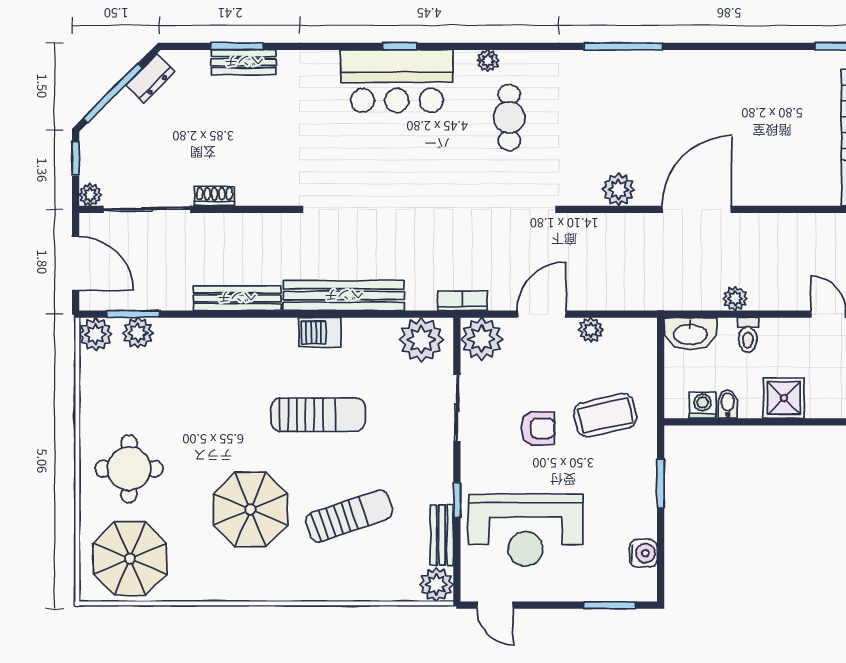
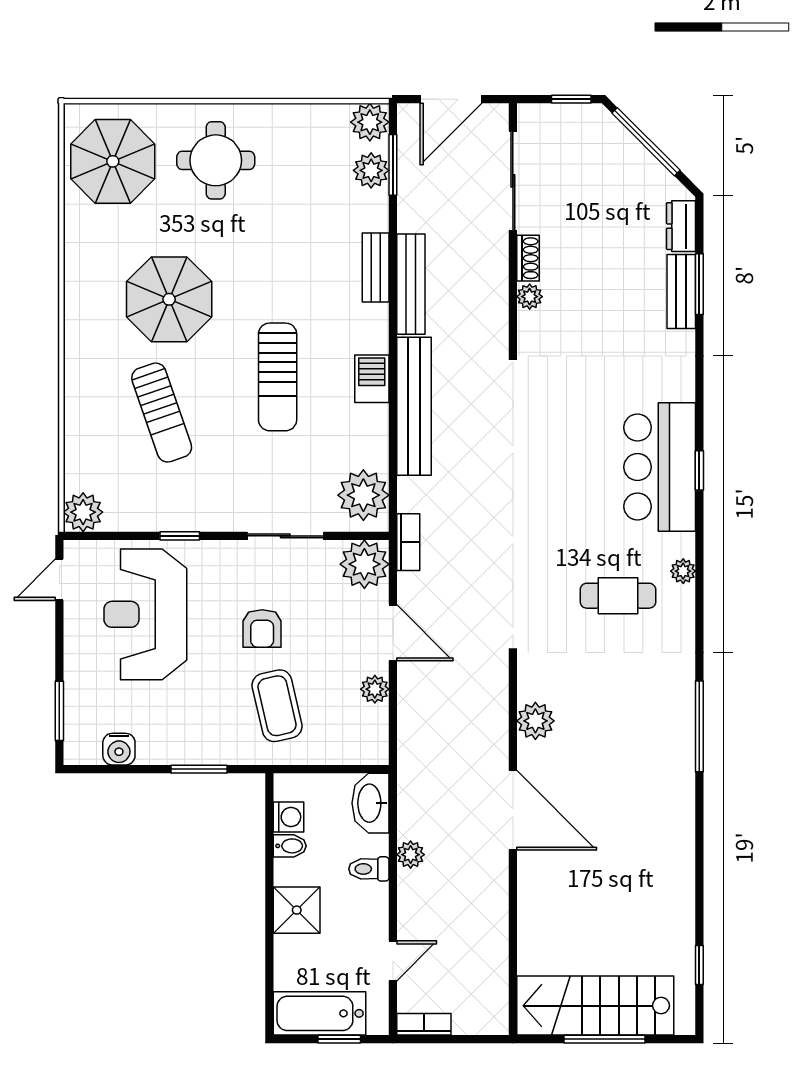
dresser: (150, 78) -> (681, 226), moved, turned 45
plant: (90, 195) -> (530, 297), moved
bench: (442, 535) -> (376, 267), moved, turned 90

